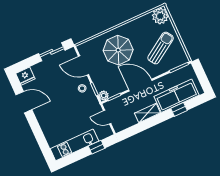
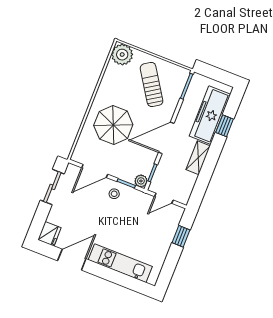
kitchen unit: (74, 145) -> (120, 263), moved, turned 90

